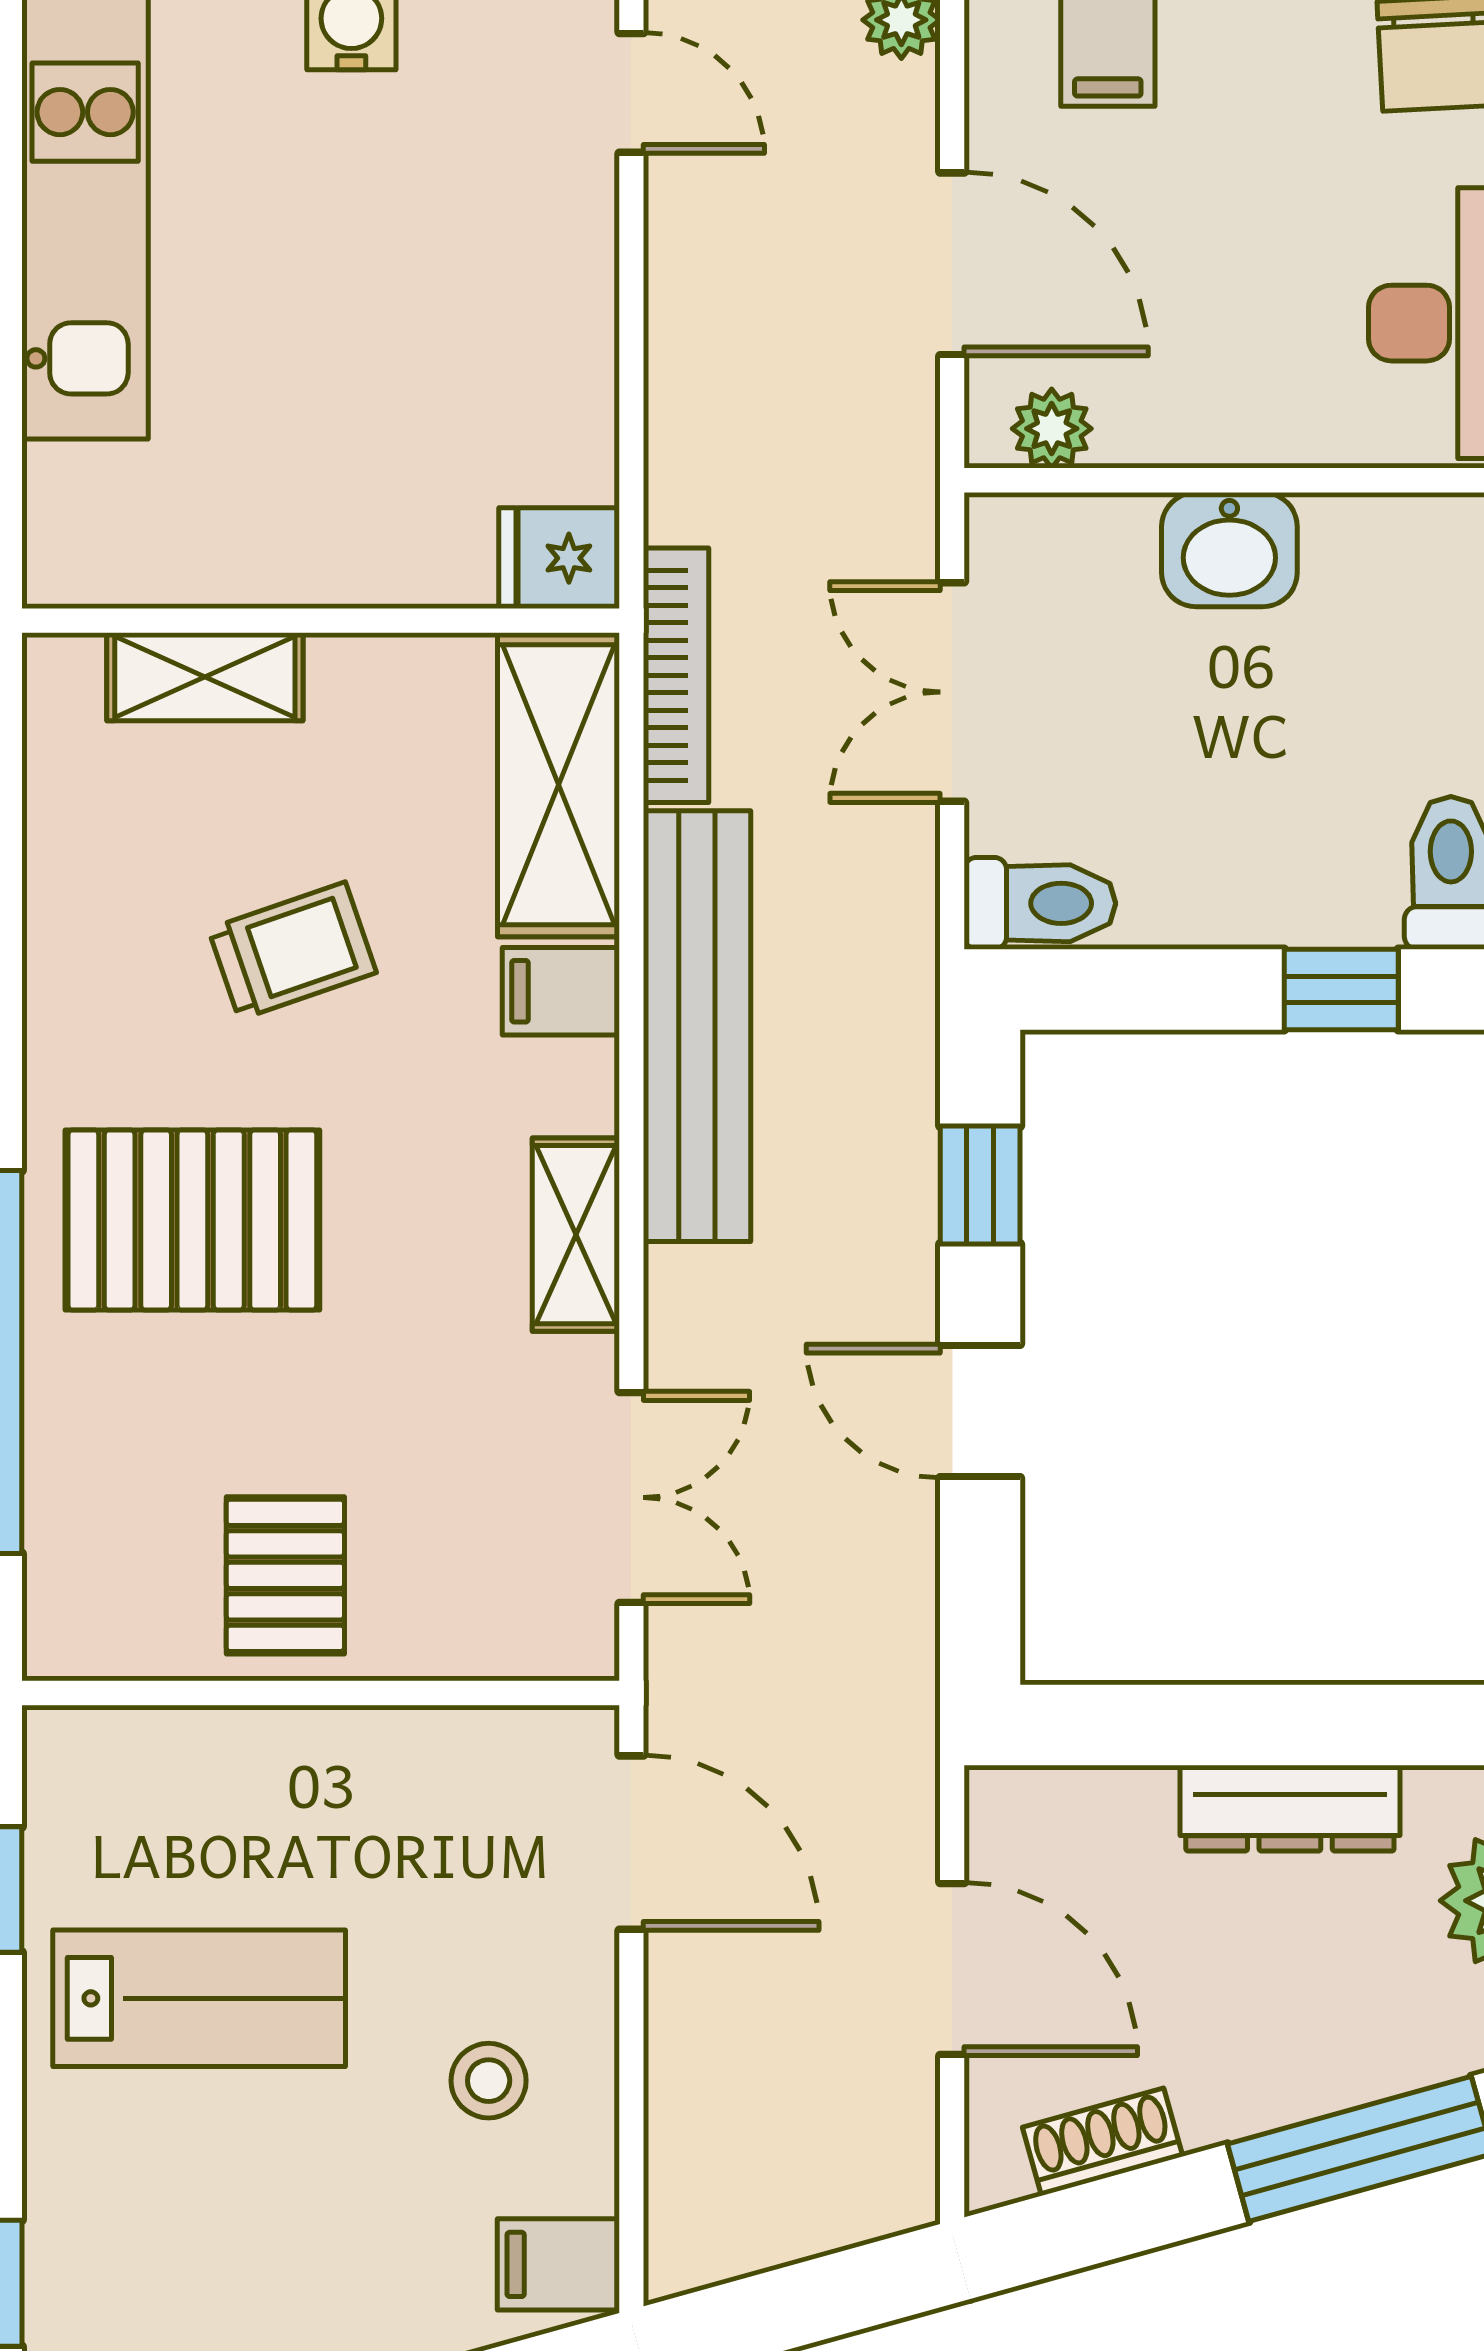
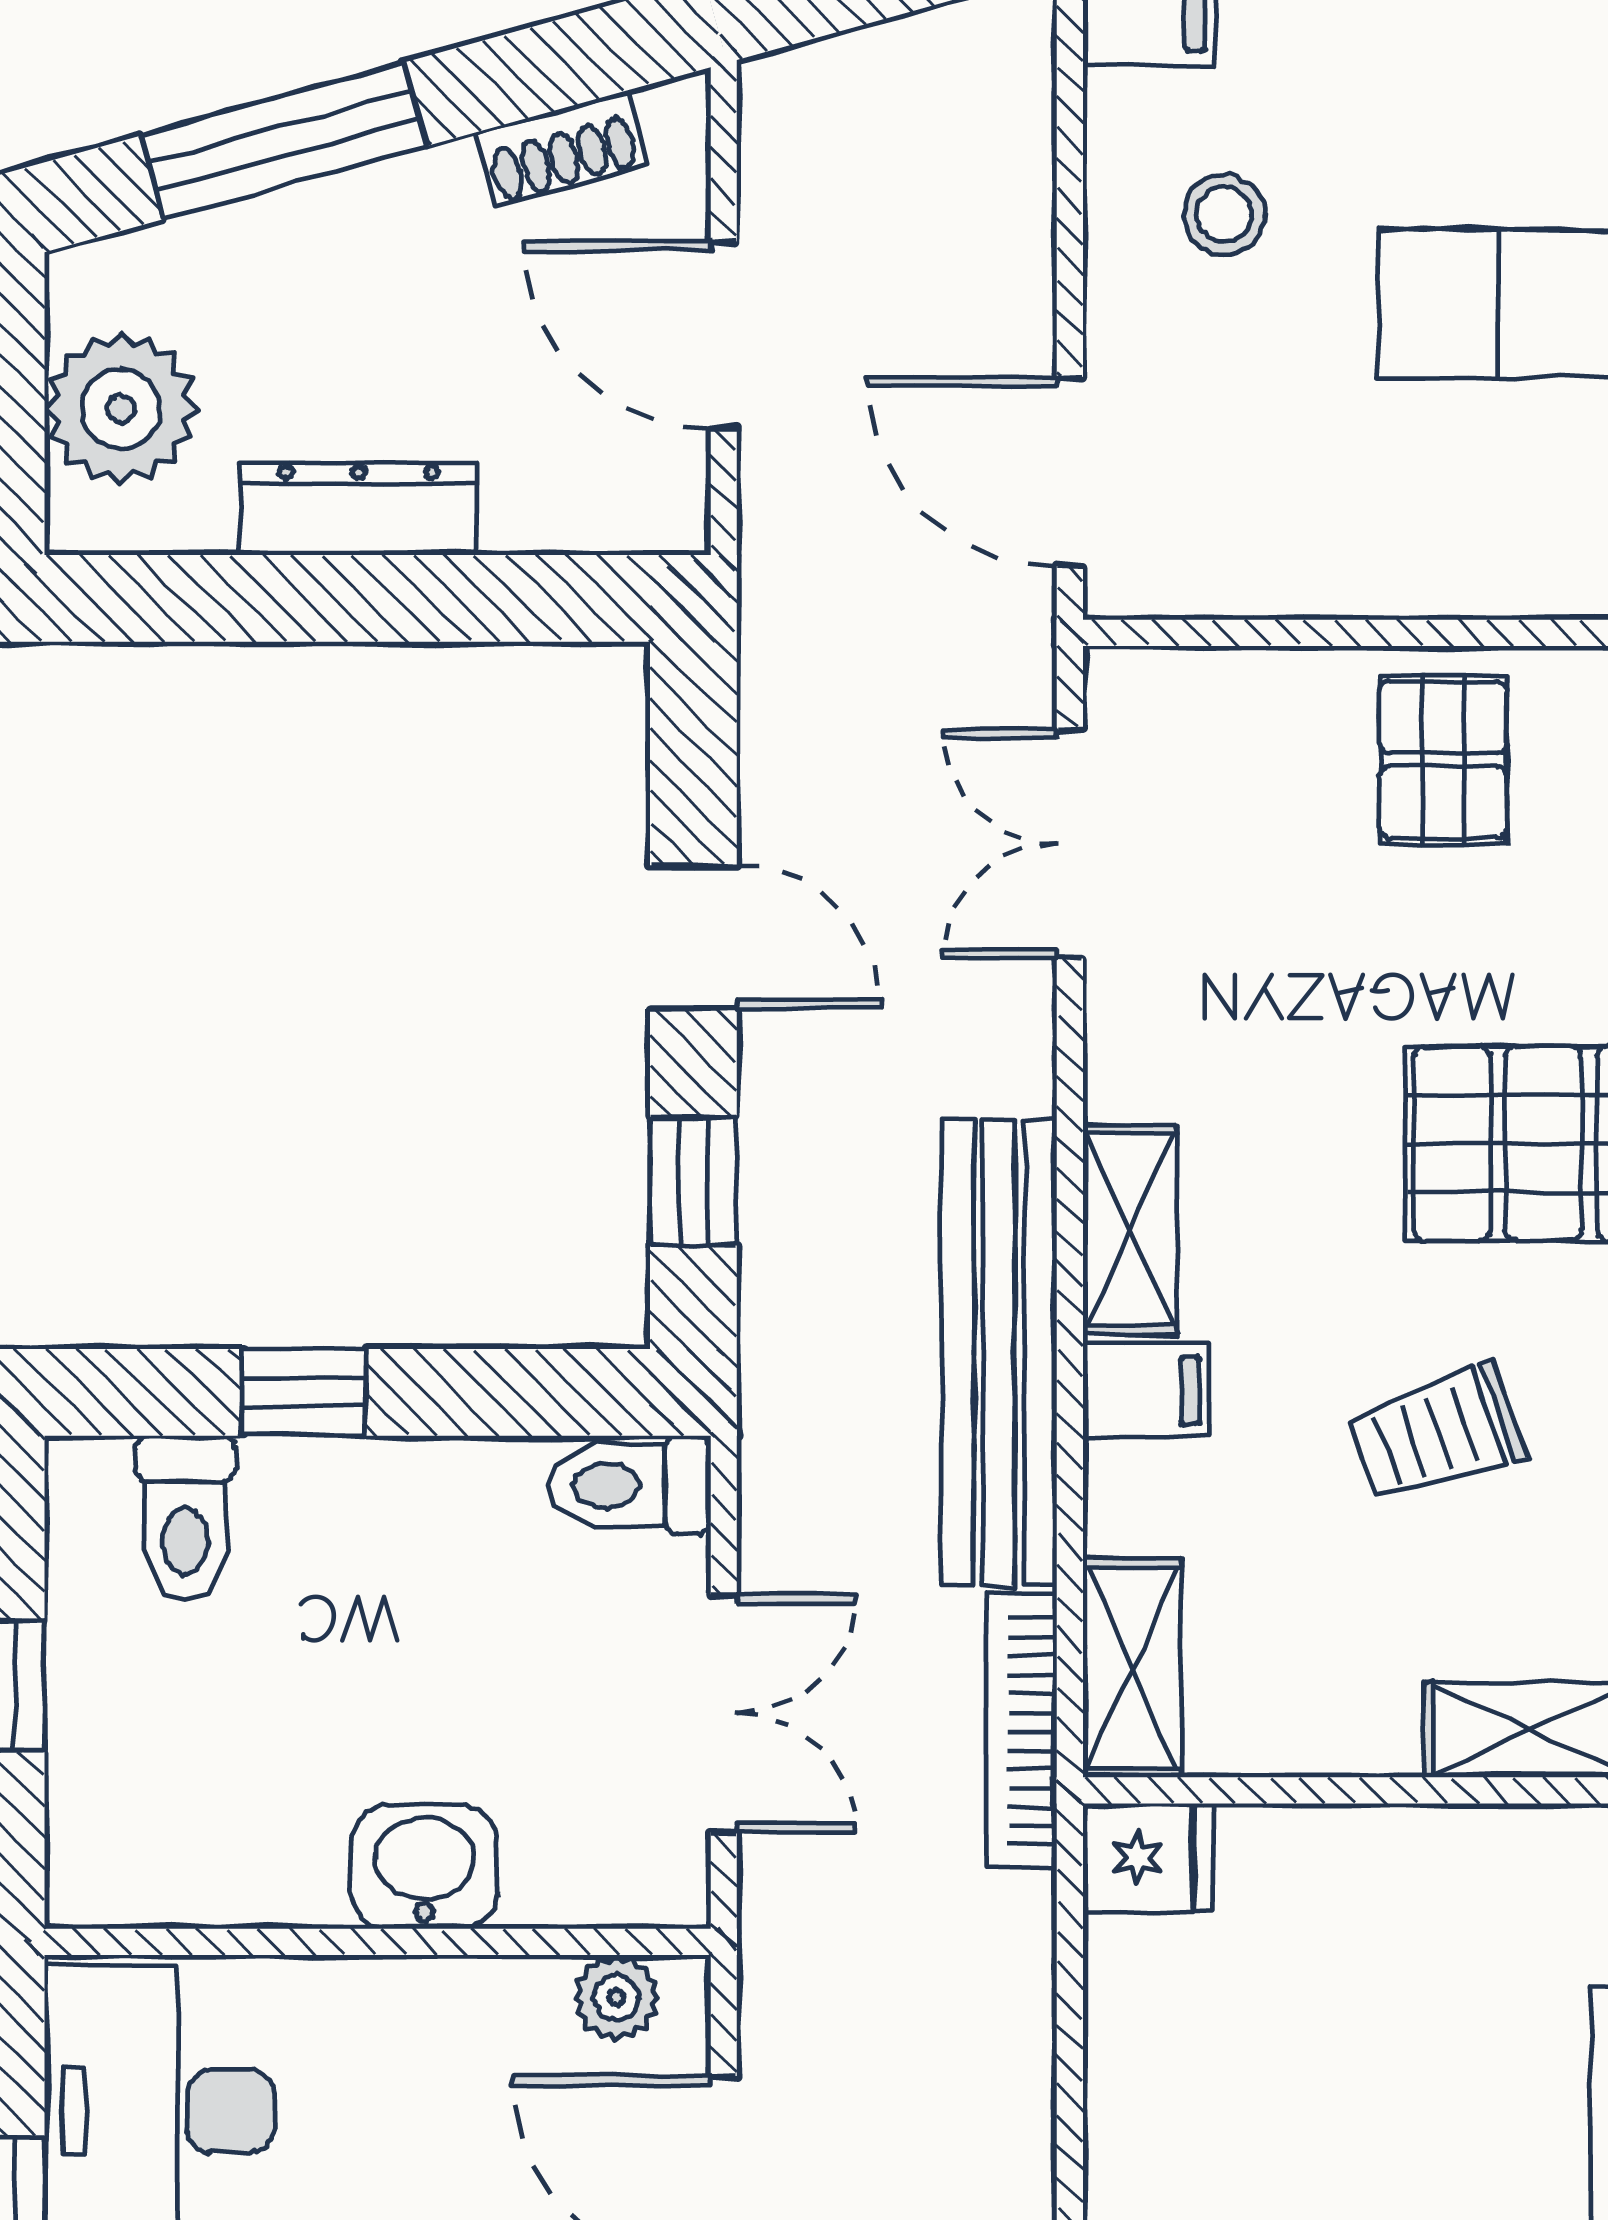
shelving: (559, 785) -> (1132, 1668), width x0.67, depth x0.75
shelving: (576, 1235) -> (1130, 1230), moved

